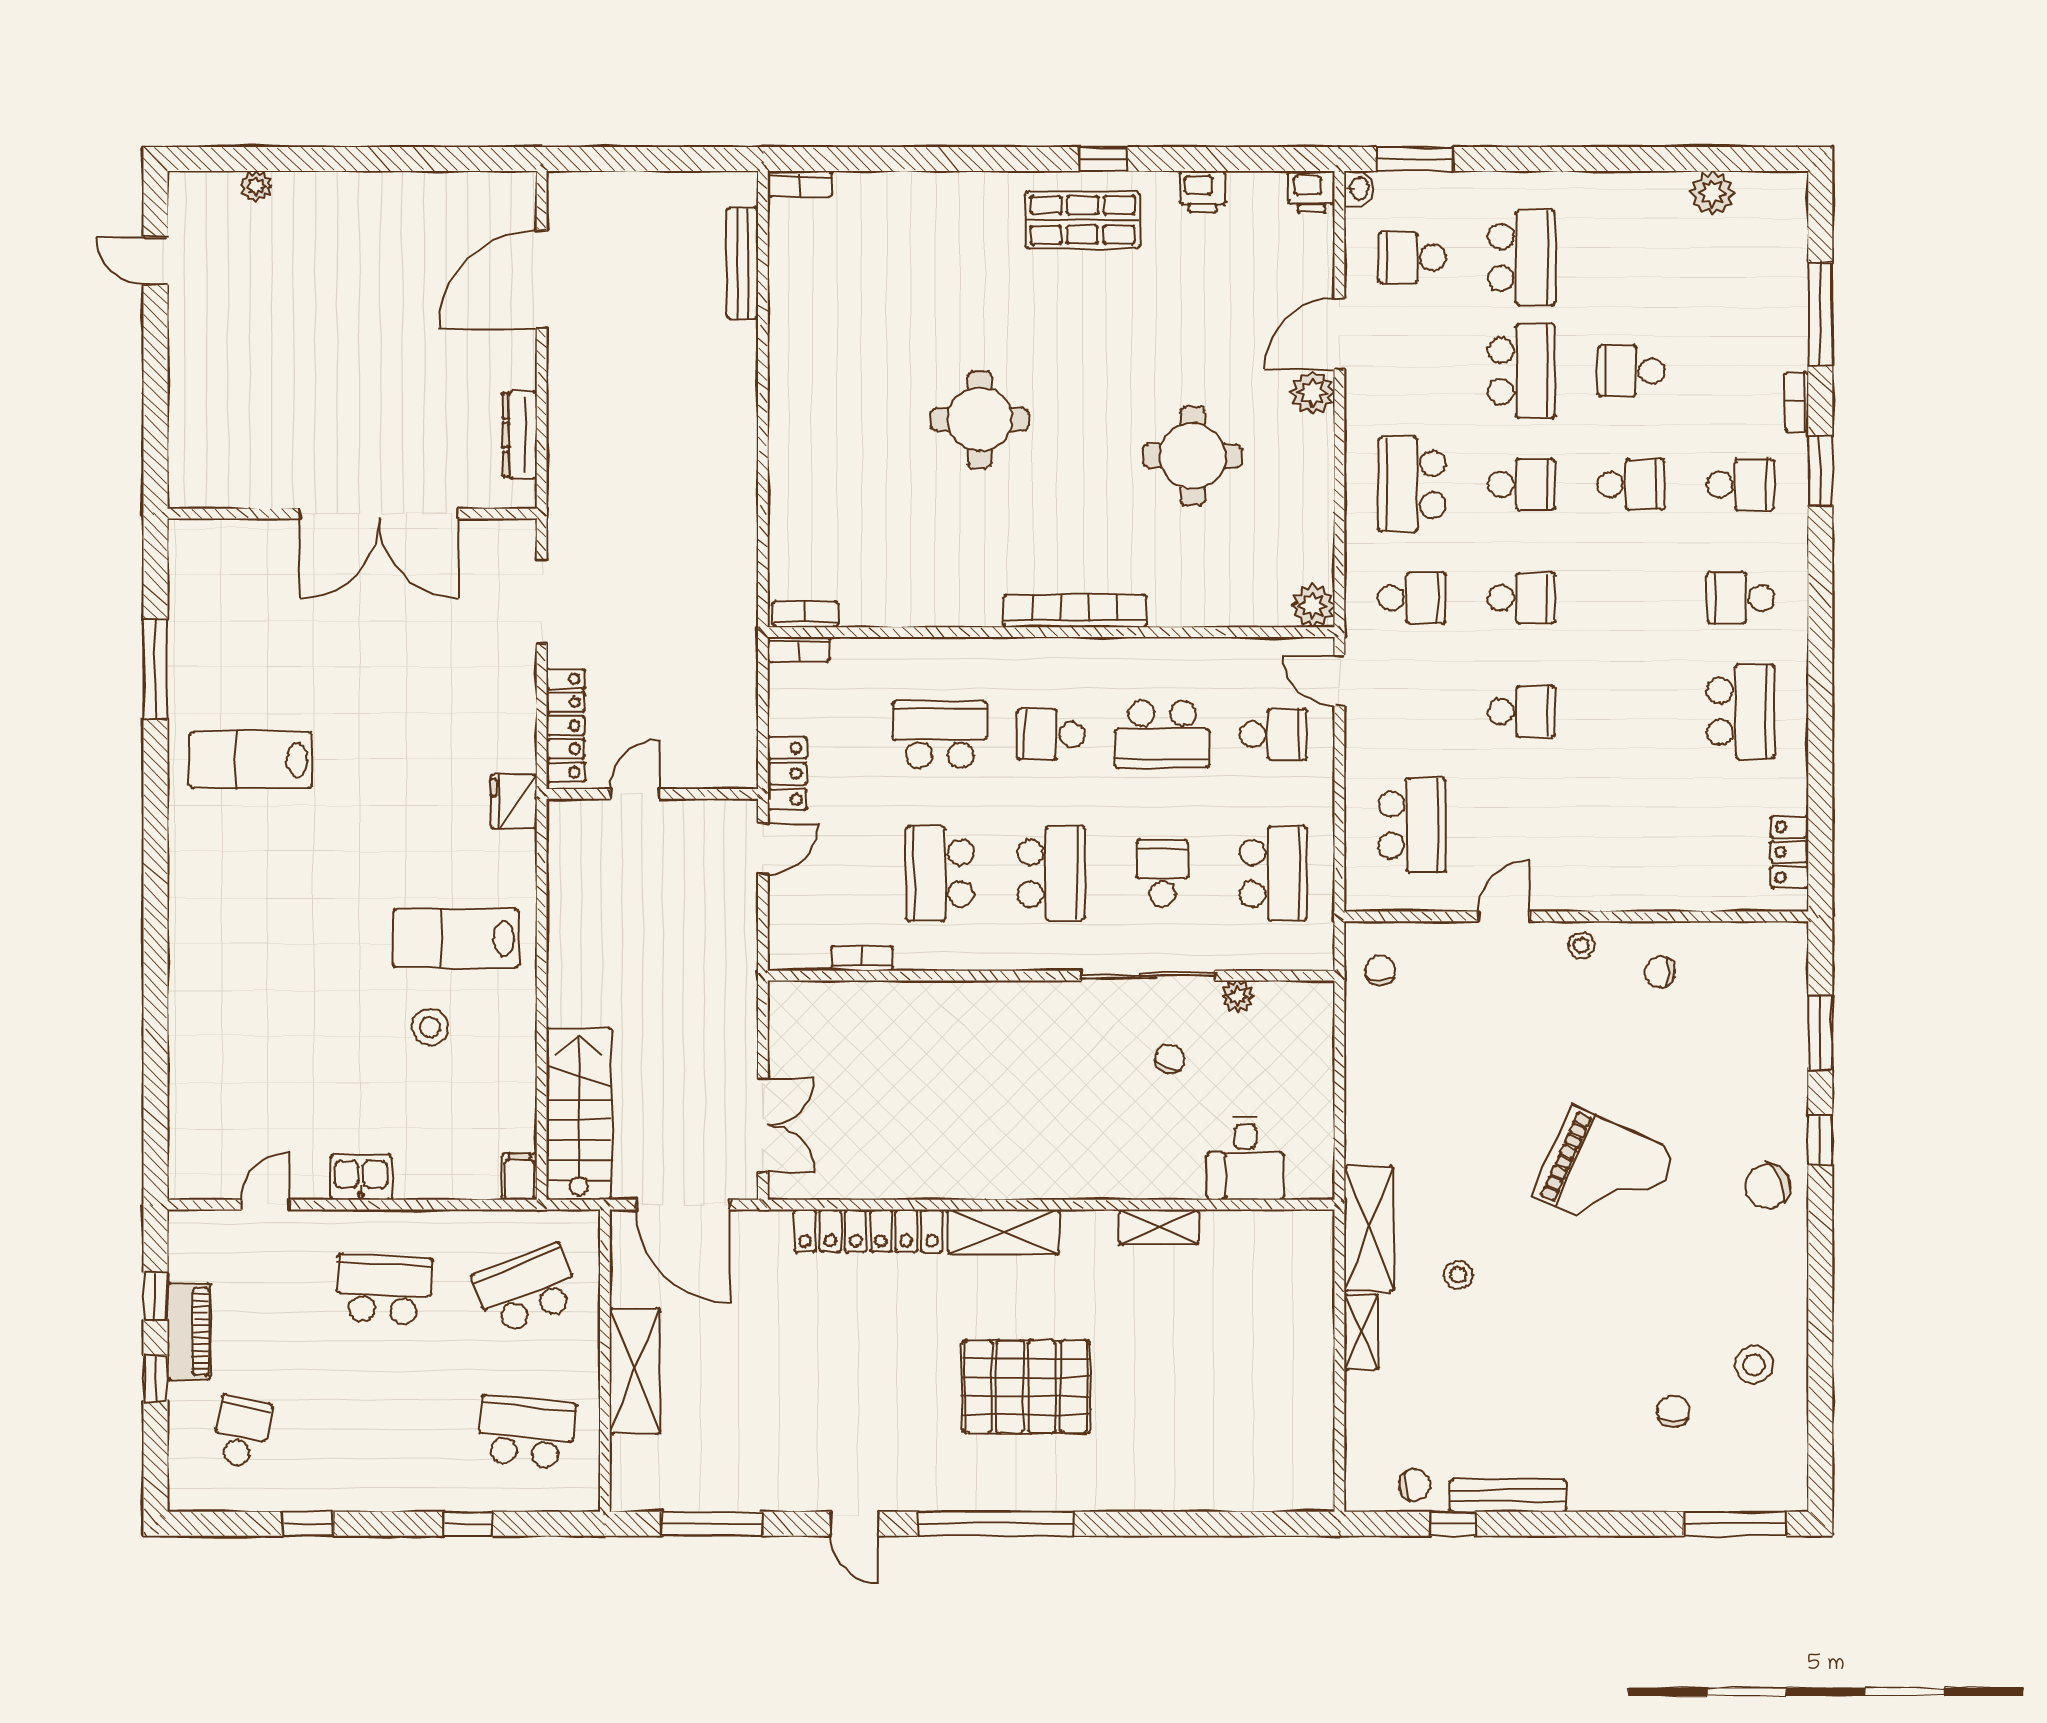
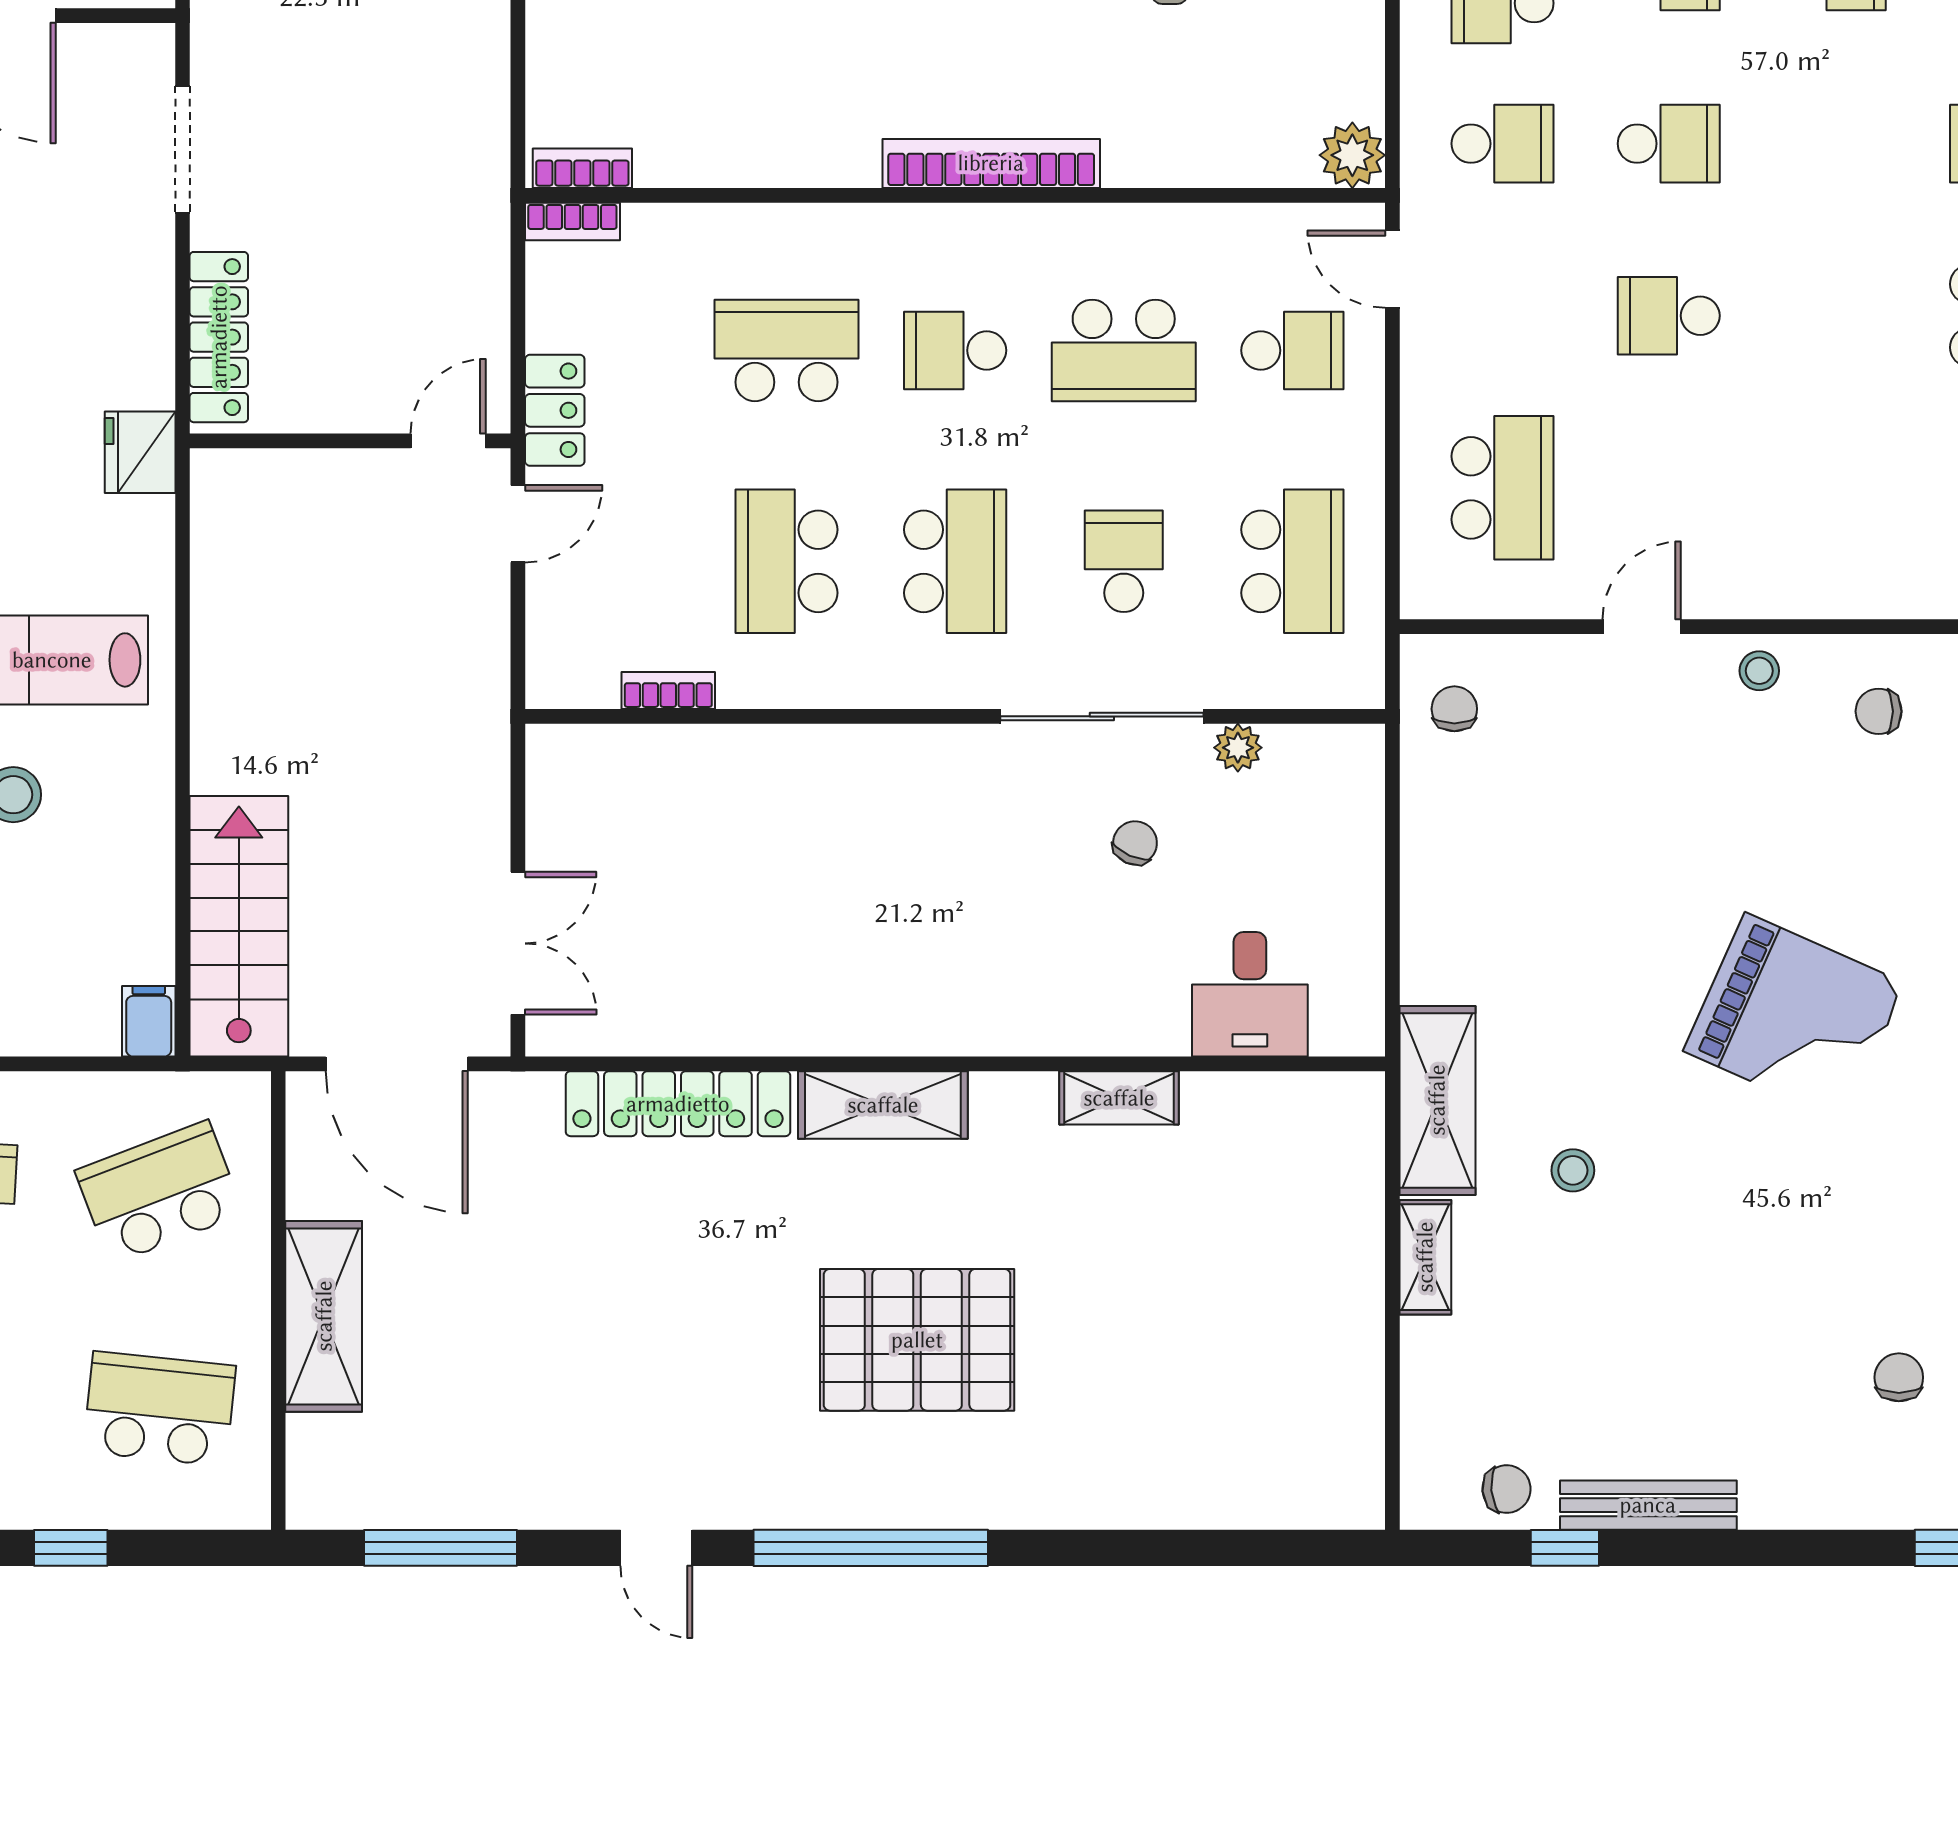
school desk: (1522, 711) -> (1669, 316), turned 180
door: (635, 794) -> (448, 441), moved

